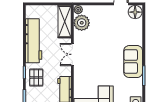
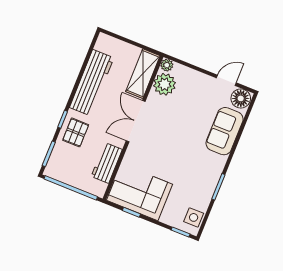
double door: (72, 54) -> (136, 121), width x1.37
sofa: (133, 62) -> (225, 131), moved

